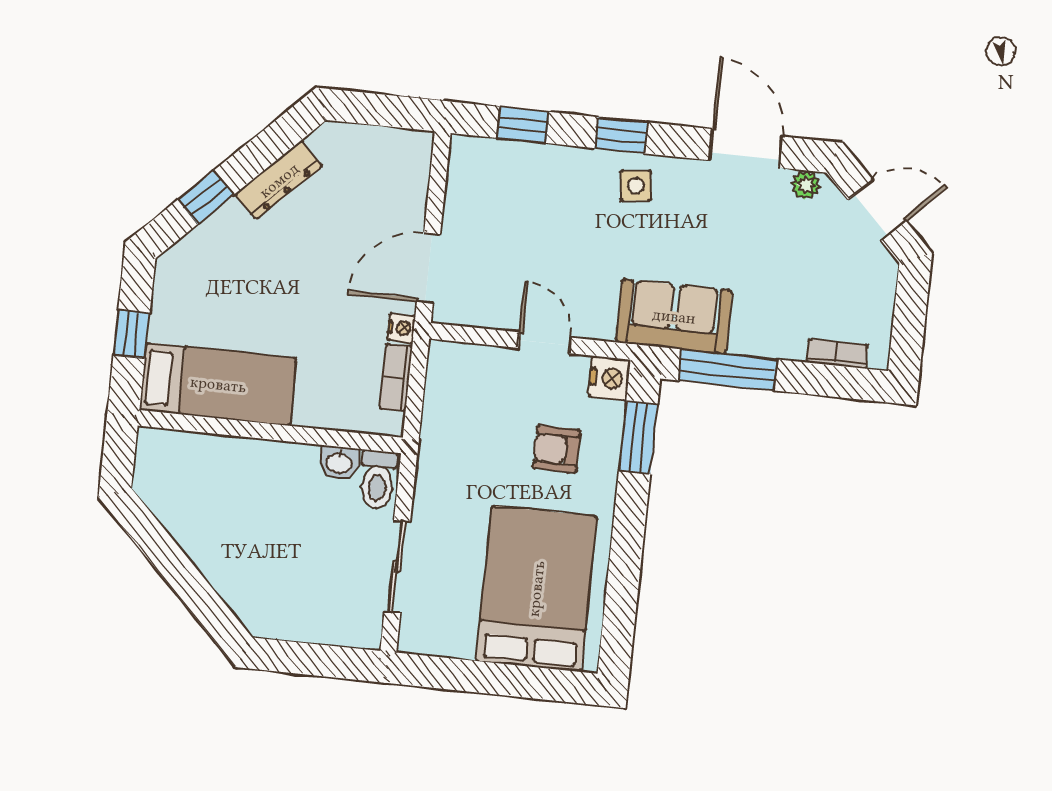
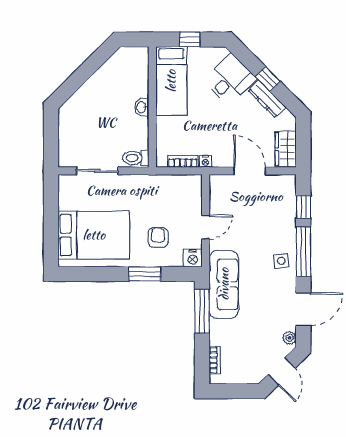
window: (621, 135) -> (303, 252), width x2.17
wardrobe: (393, 150) -> (286, 149), added
window: (206, 197) -> (268, 79), moved
desk: (228, 256) -> (230, 80), added
door: (429, 268) -> (250, 171), moved
sofa: (674, 316) -> (224, 284), width x1.36
window: (638, 437) -> (145, 274), moved
washbasin: (339, 463) -> (142, 107), moved

